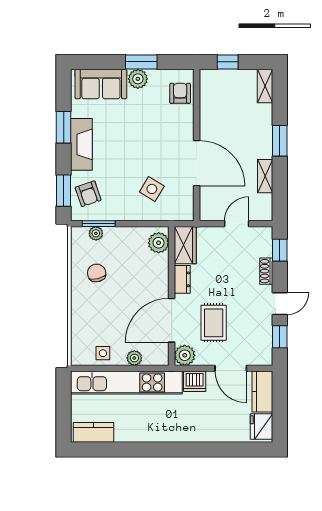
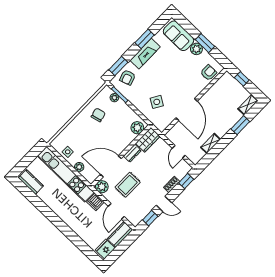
window: (280, 141) -> (240, 125), moved
door: (237, 224) -> (179, 152), swing flipped

